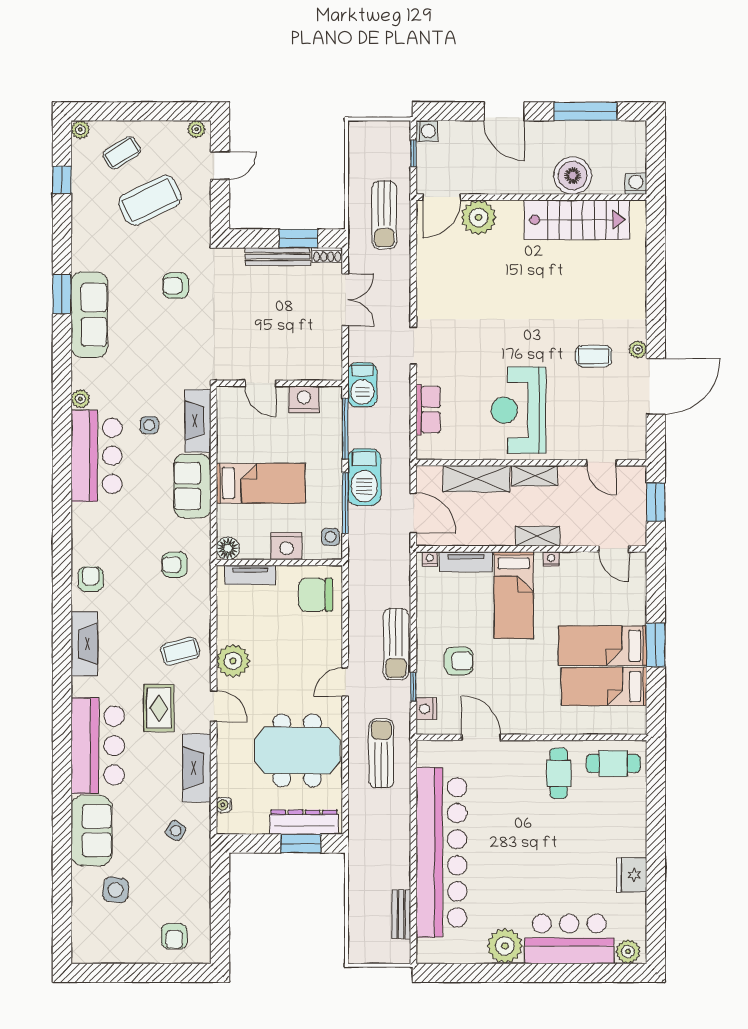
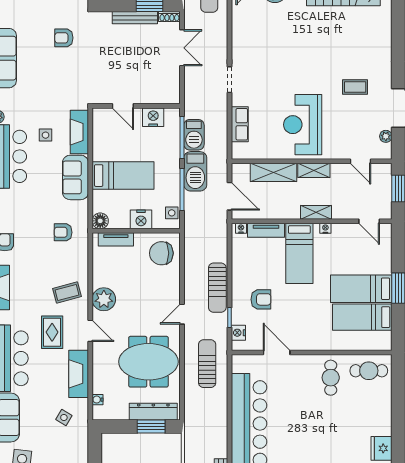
plant: (638, 349) -> (386, 136), moved
barbecue: (362, 385) -> (194, 135), moved

